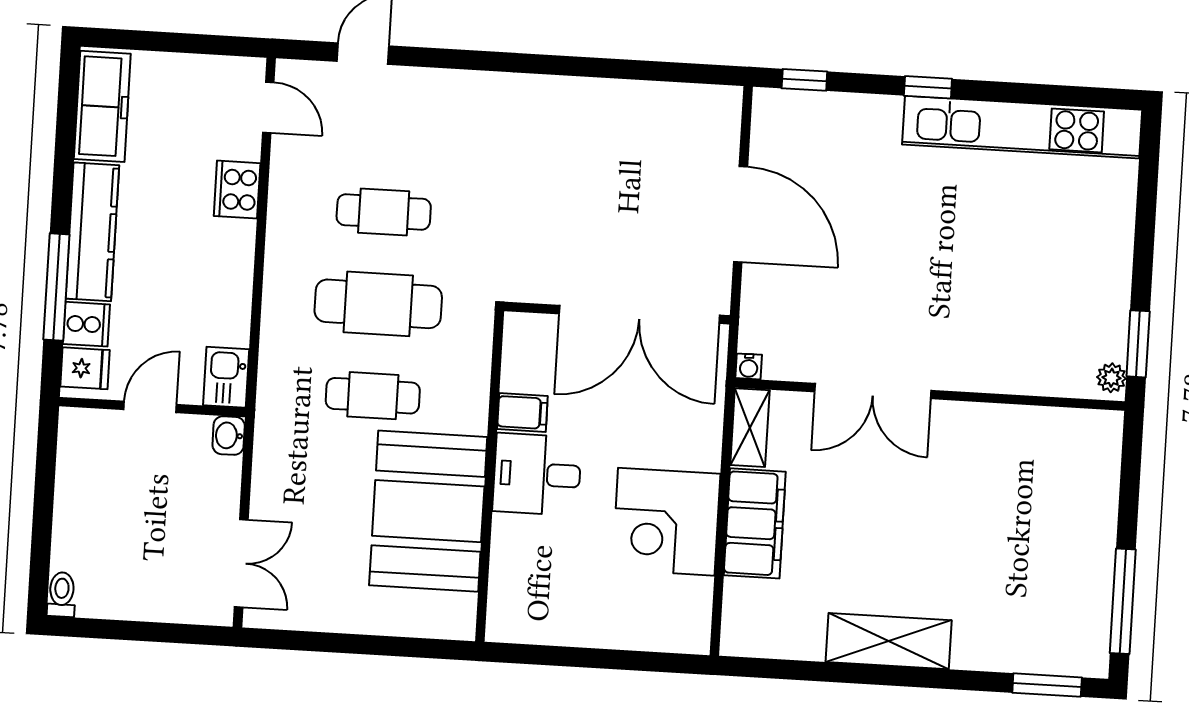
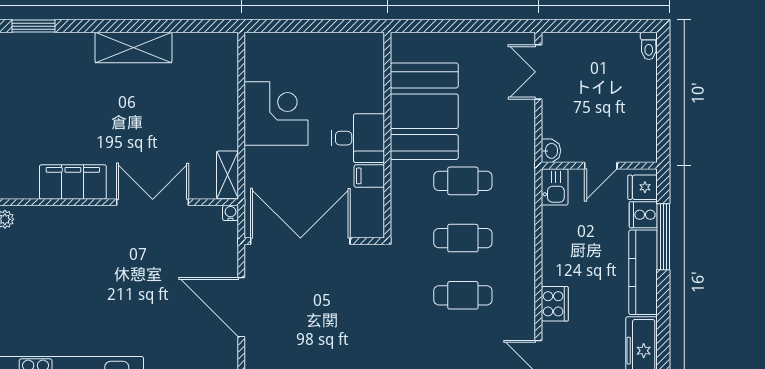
cafe table: (378, 304) -> (463, 238), width x0.73, depth x0.74
filing cabinet: (755, 523) -> (73, 182), moved, turned 90

